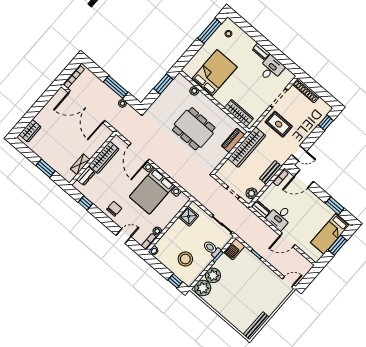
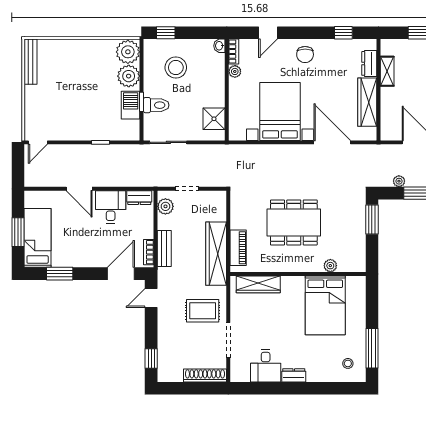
window: (163, 84) -> (372, 220), moved
door: (288, 240) -> (79, 189), swing flipped
barbecue: (234, 249) -> (131, 105), moved

